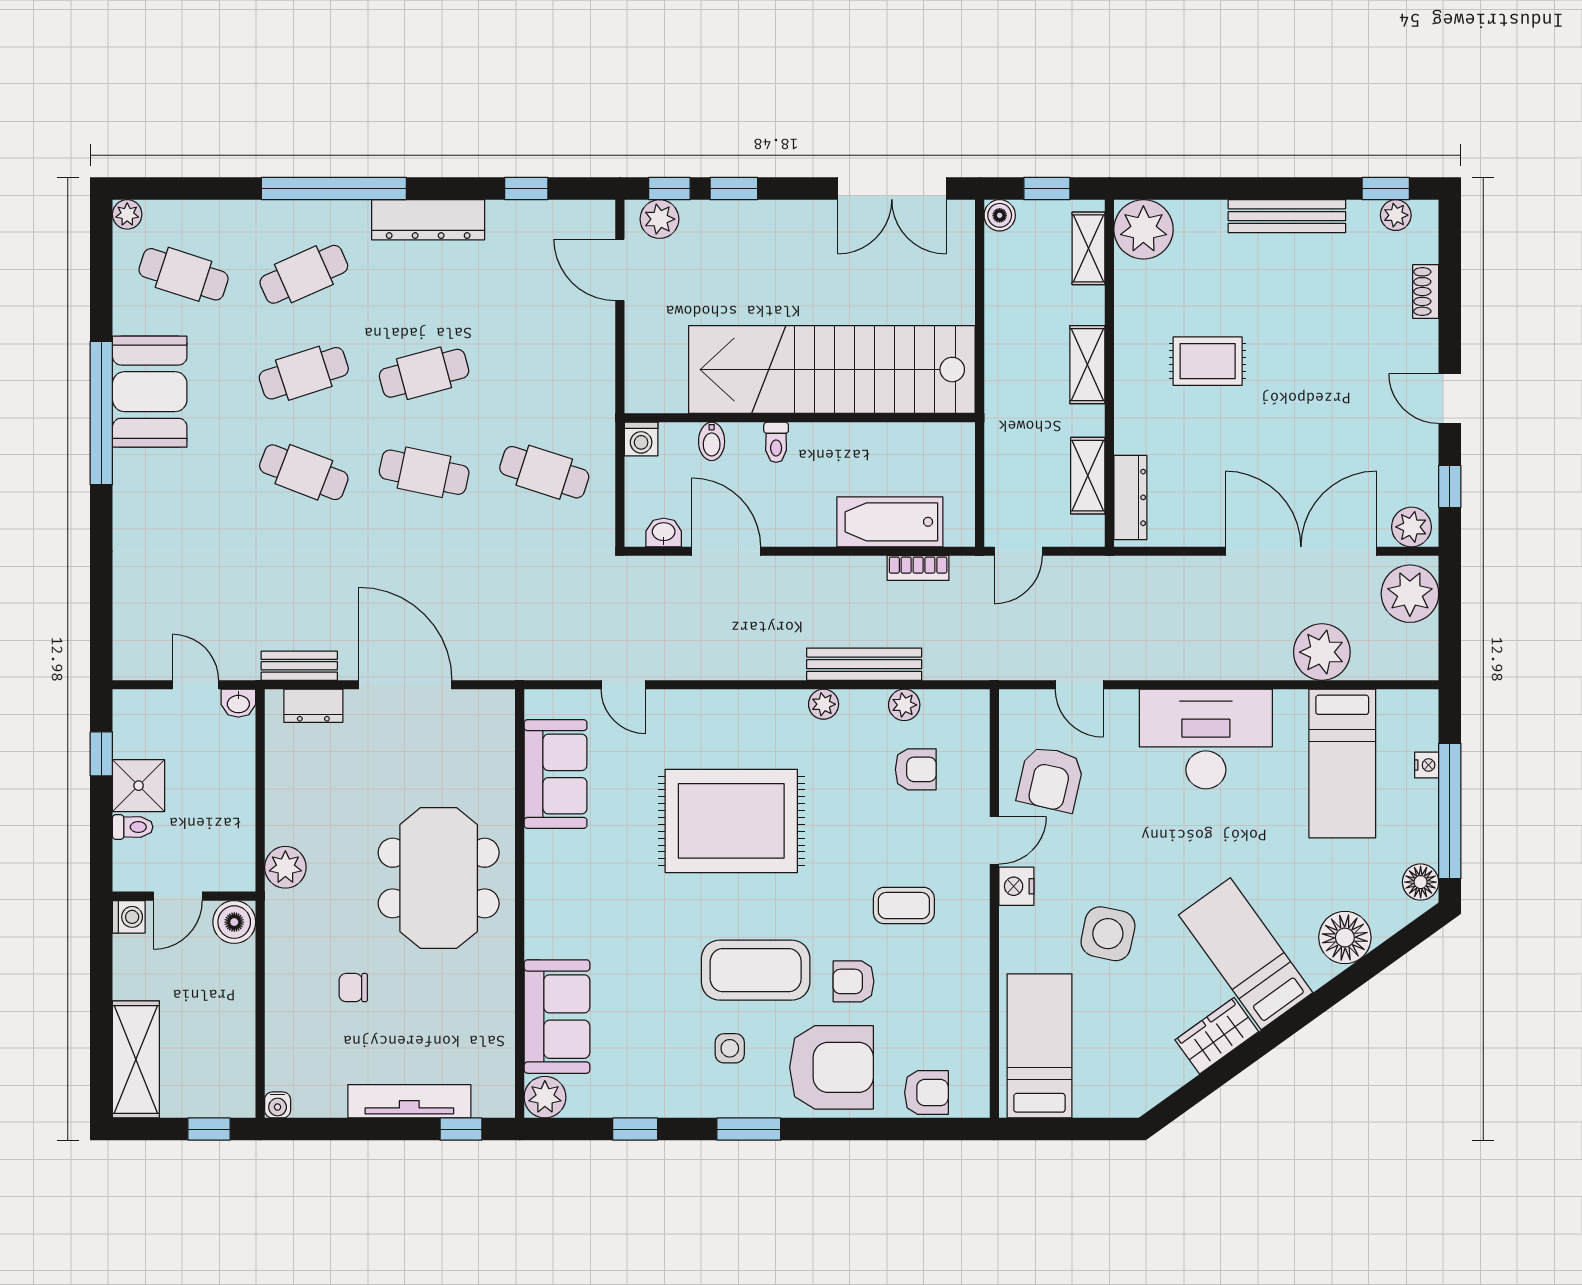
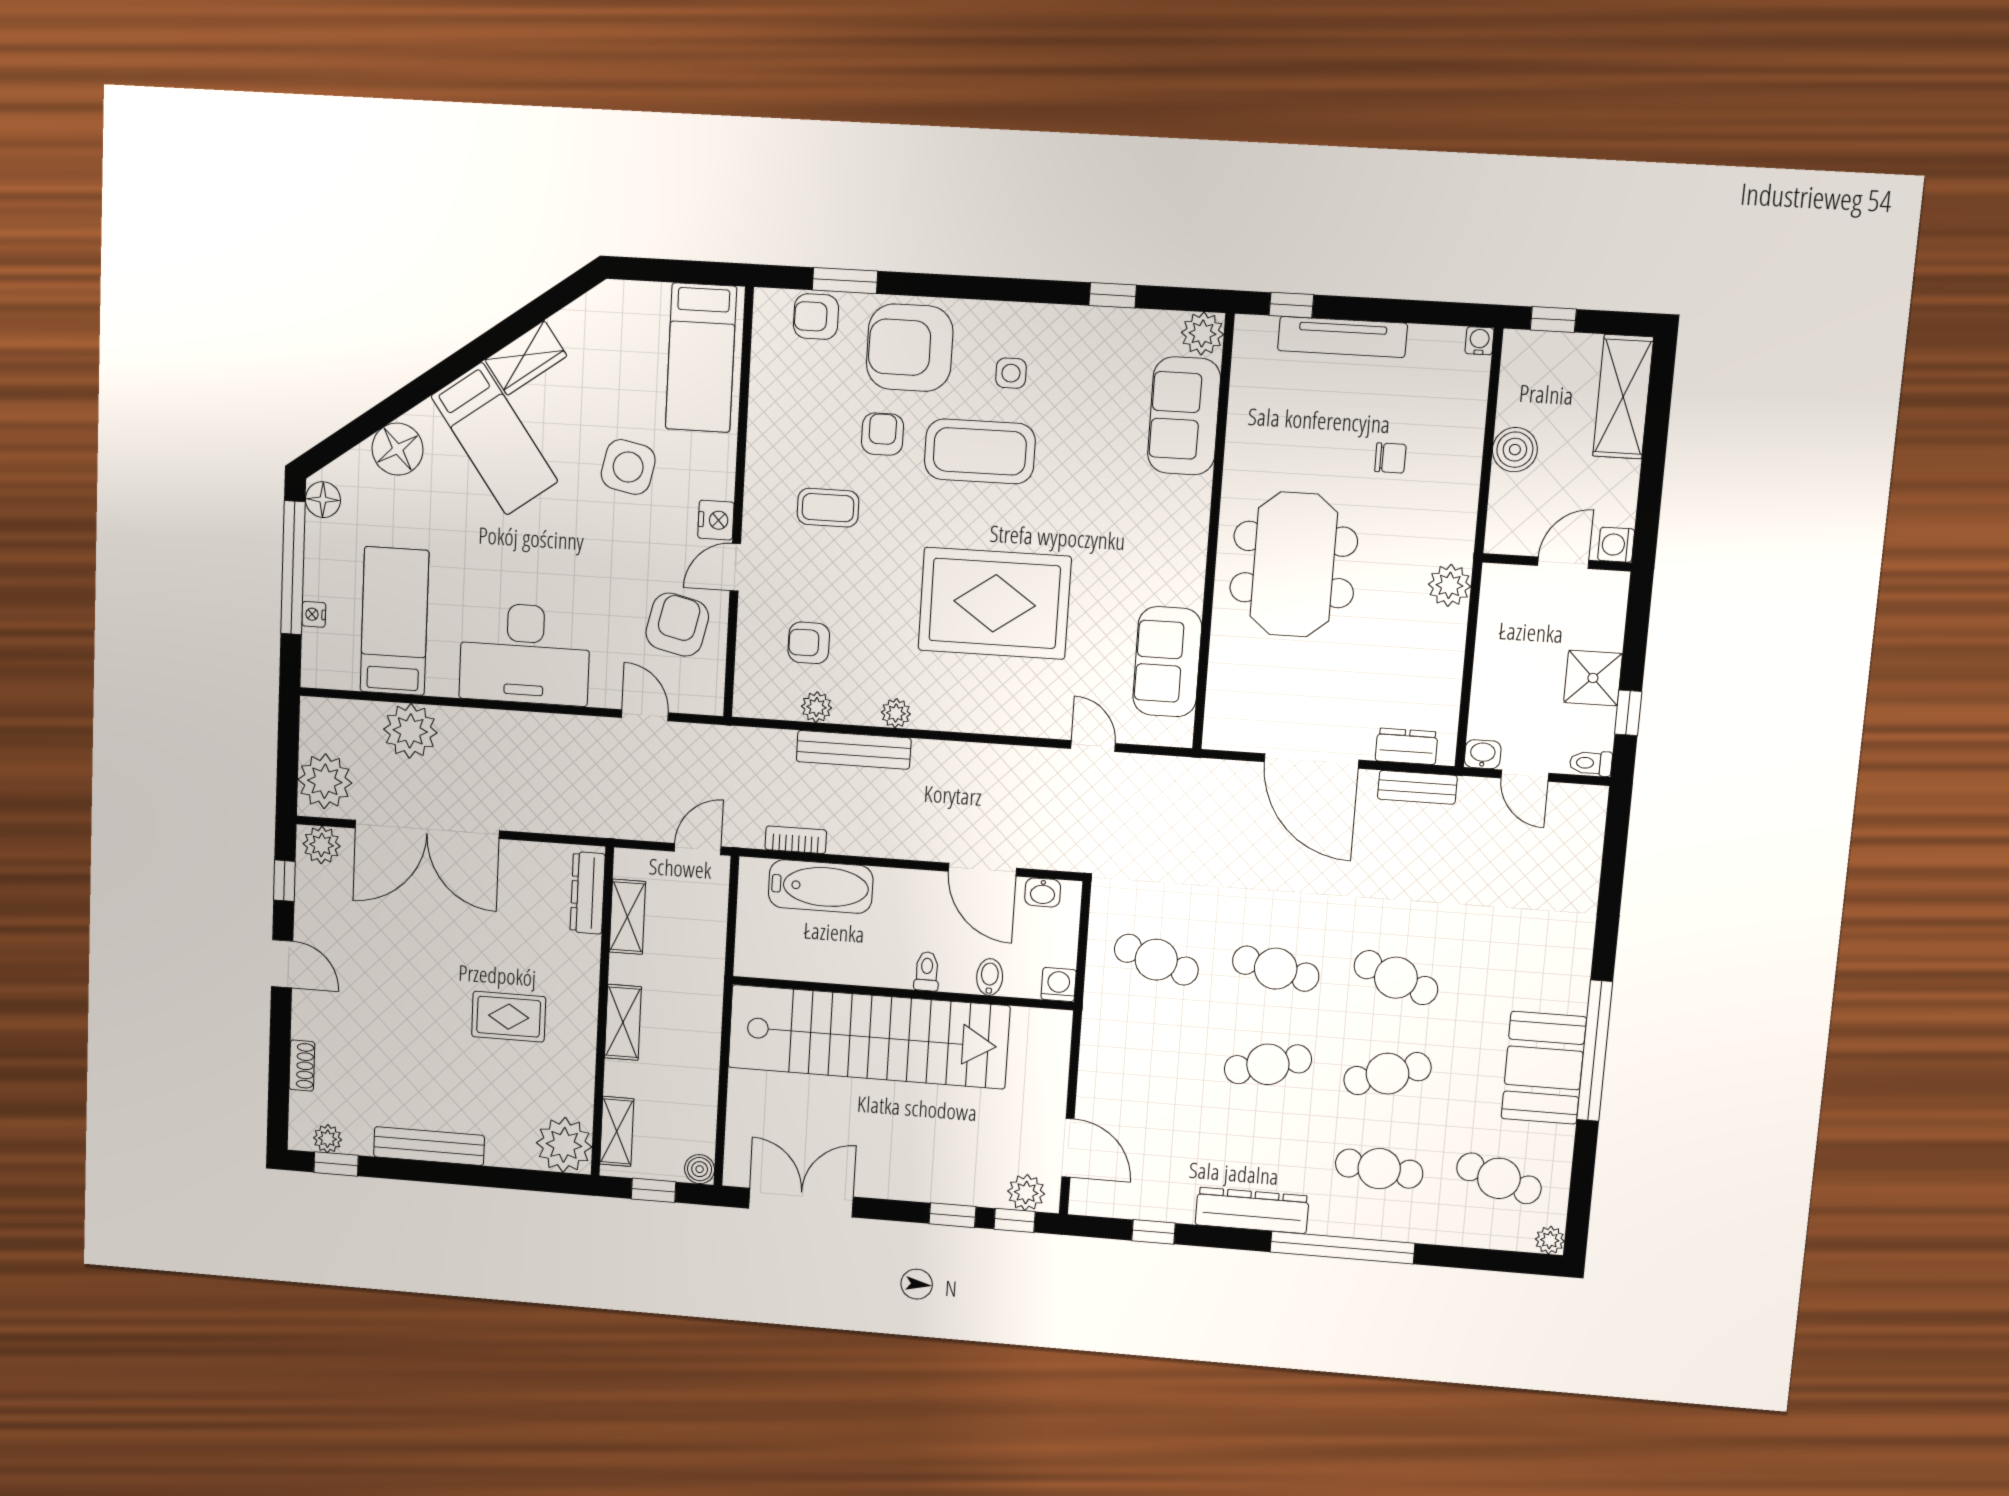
cafe table: (304, 274) -> (1379, 1169), turned 30
toilet: (133, 827) -> (1591, 763), moved
boiler: (234, 922) -> (1515, 450), moved
armchair: (853, 981) -> (883, 434), turned -90
window: (749, 1129) -> (845, 281), moved

